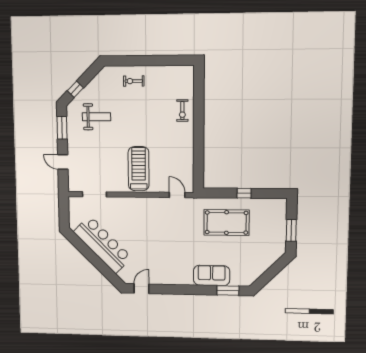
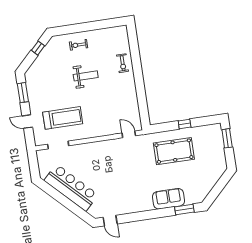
window: (75, 89) -> (38, 48), moved
weight bench: (96, 117) -> (86, 76), moved
treadmill: (139, 169) -> (63, 118), moved, turned 90
window: (291, 230) -> (227, 138), moved
door: (141, 289) -> (110, 221), swing flipped

